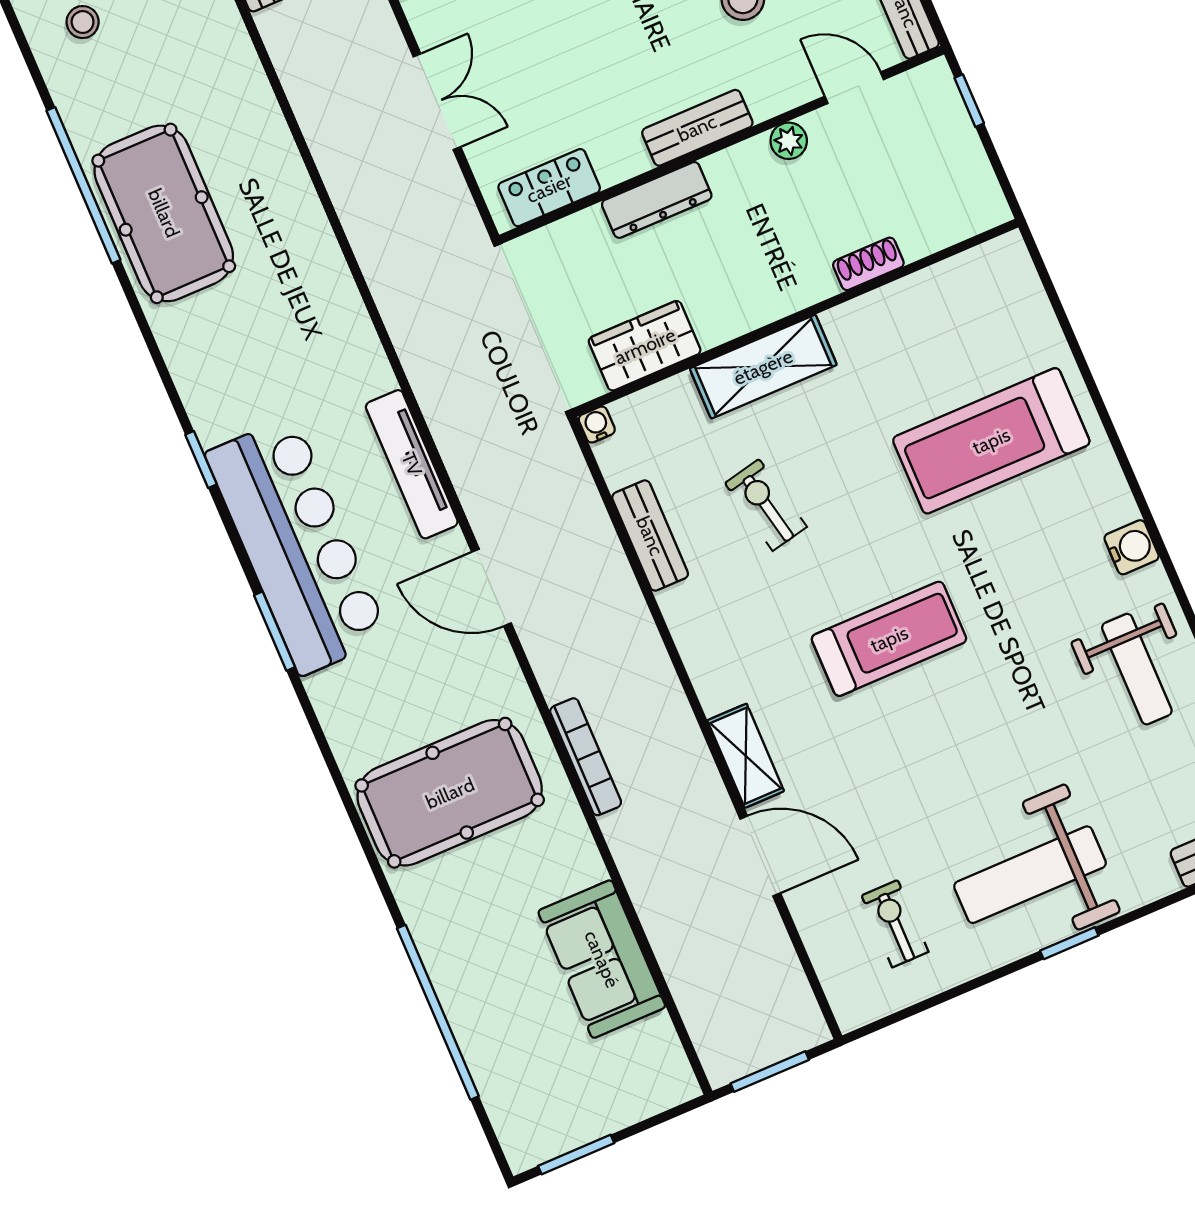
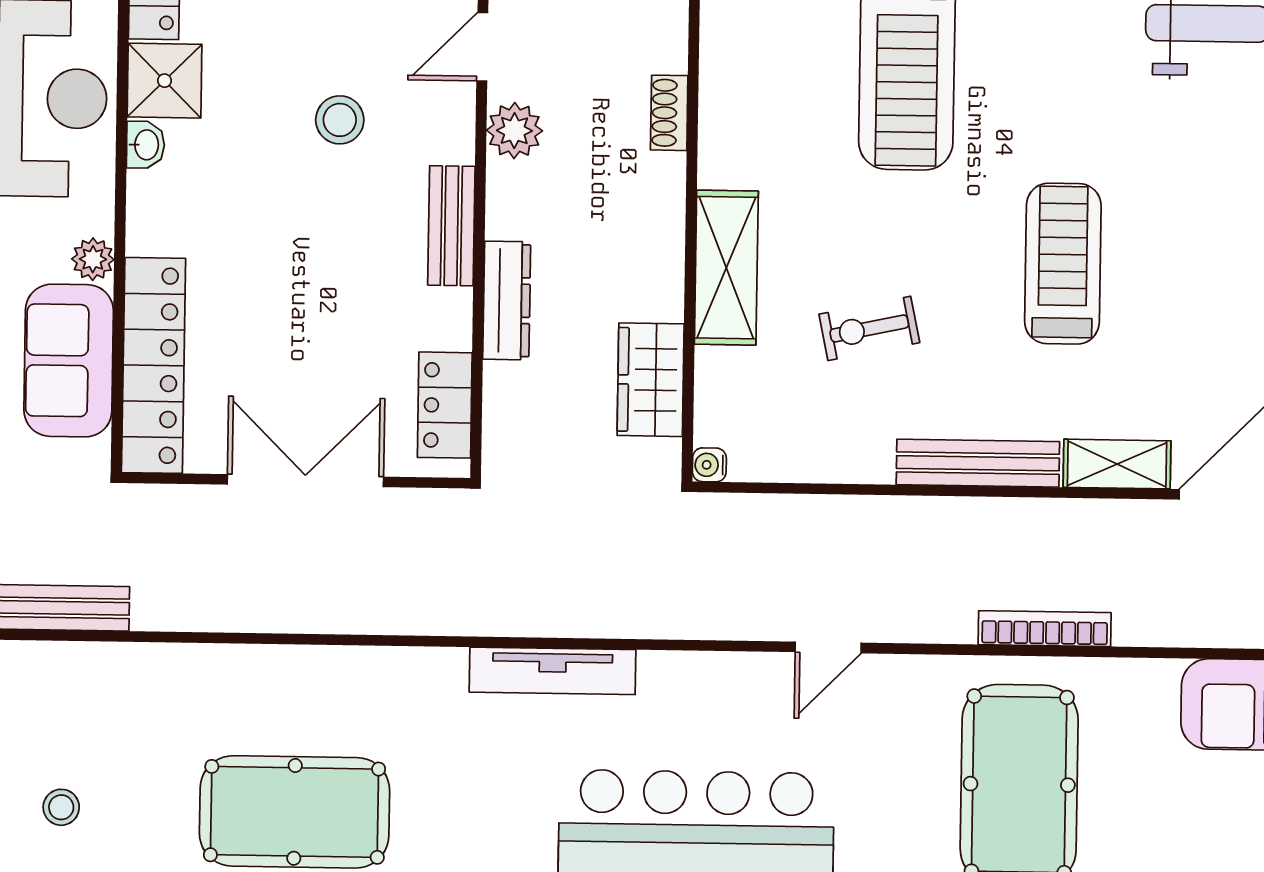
double door: (437, 102) -> (305, 481), width x1.37
plant: (789, 141) -> (514, 131), width x1.38, depth x1.38
tv unit: (412, 464) -> (553, 671), moved
bench: (650, 536) -> (978, 463), moved, width x1.36
door: (491, 588) -> (828, 647), width x0.73

